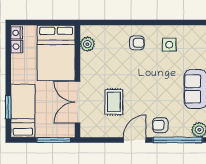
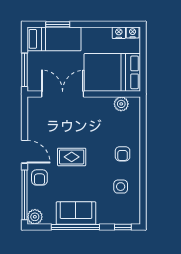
rug: (114, 102) -> (72, 157), moved
armchair: (160, 125) -> (39, 177), turned 180

